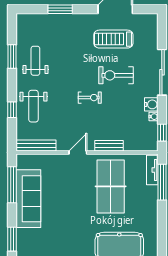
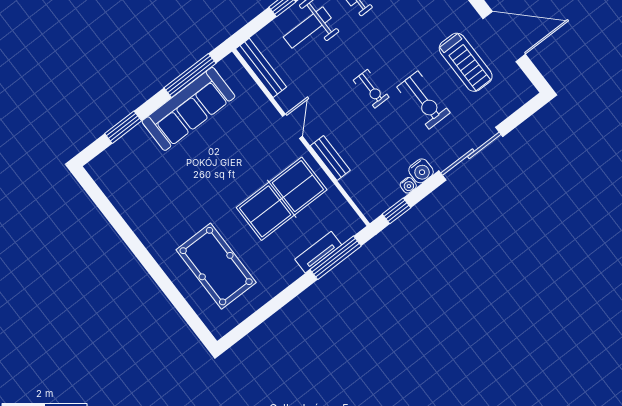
treadmill: (113, 39) -> (466, 62), turned 180
exercise bike: (116, 75) -> (423, 100), turned 180
door: (78, 152) -> (292, 126), hinge flipped
tv unit: (152, 170) -> (318, 252), moved

